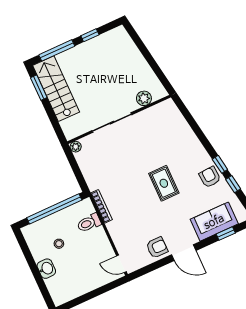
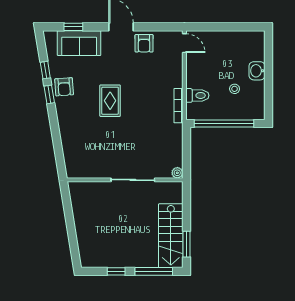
plant: (144, 98) -> (92, 189), removed
armchair: (157, 247) -> (144, 43), turned -90

